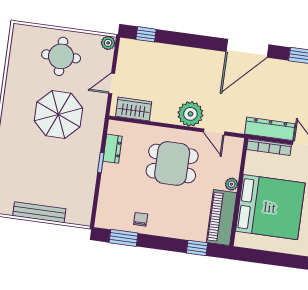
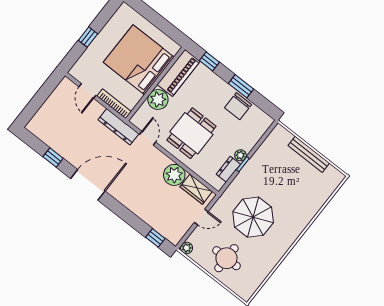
plant: (190, 114) -> (174, 175), moved
dresser: (270, 129) -> (118, 127), moved
dining table: (172, 163) -> (191, 133), turned 90
plant: (109, 170) -> (240, 155), added
plant: (232, 184) -> (158, 99), width x1.88, depth x1.88
chair: (141, 219) -> (238, 106), width x1.87, depth x1.87
window: (123, 238) -> (241, 86), moved

